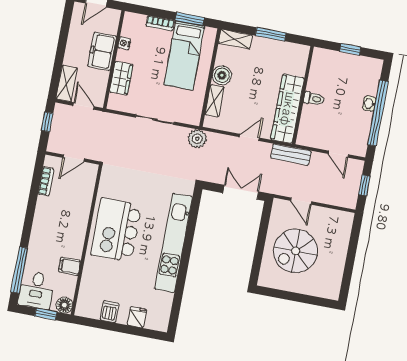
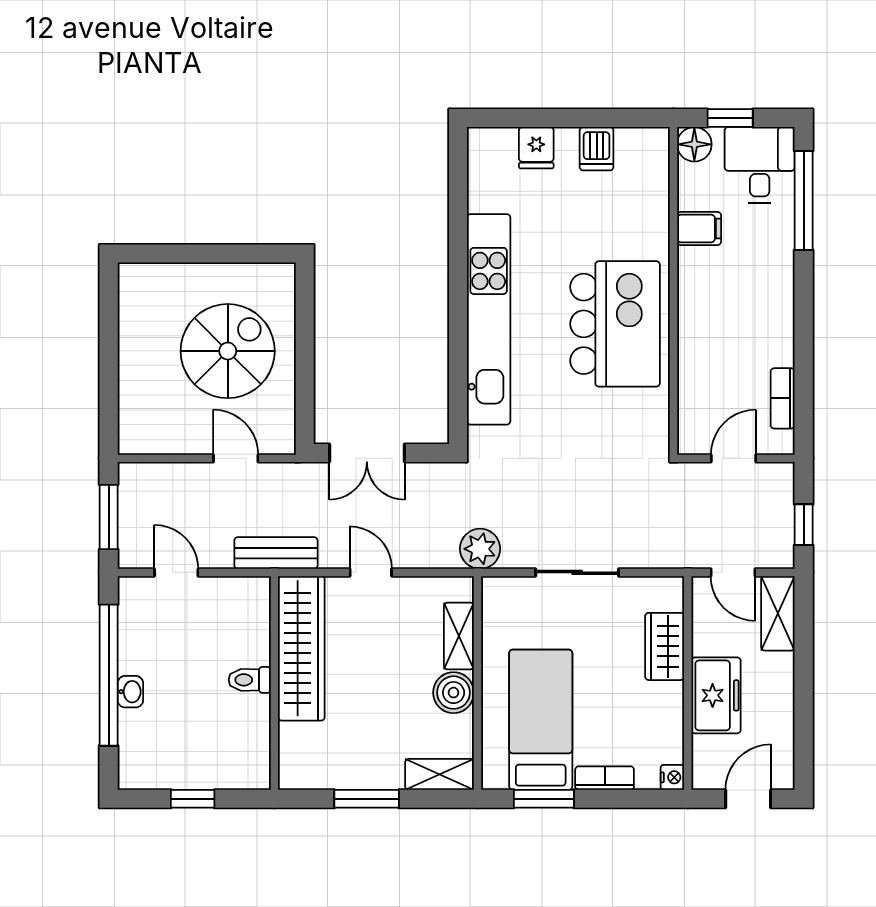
nightstand: (124, 43) -> (672, 777), moved
door: (249, 137) -> (371, 572), swing flipped
window: (364, 185) -> (109, 517), width x1.50

